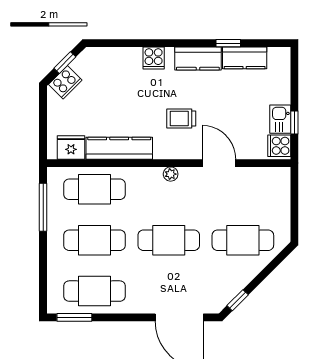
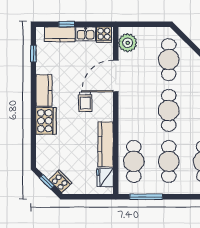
window: (228, 43) -> (33, 54), moved
cooker: (154, 58) -> (46, 121), width x1.87, depth x1.31
kitchen counter: (245, 58) -> (60, 34), moved, turned 90
window: (294, 123) -> (67, 24), moved
door: (219, 163) -> (116, 76), width x1.36
plant: (171, 174) -> (128, 43), moved, width x1.88, depth x1.88

